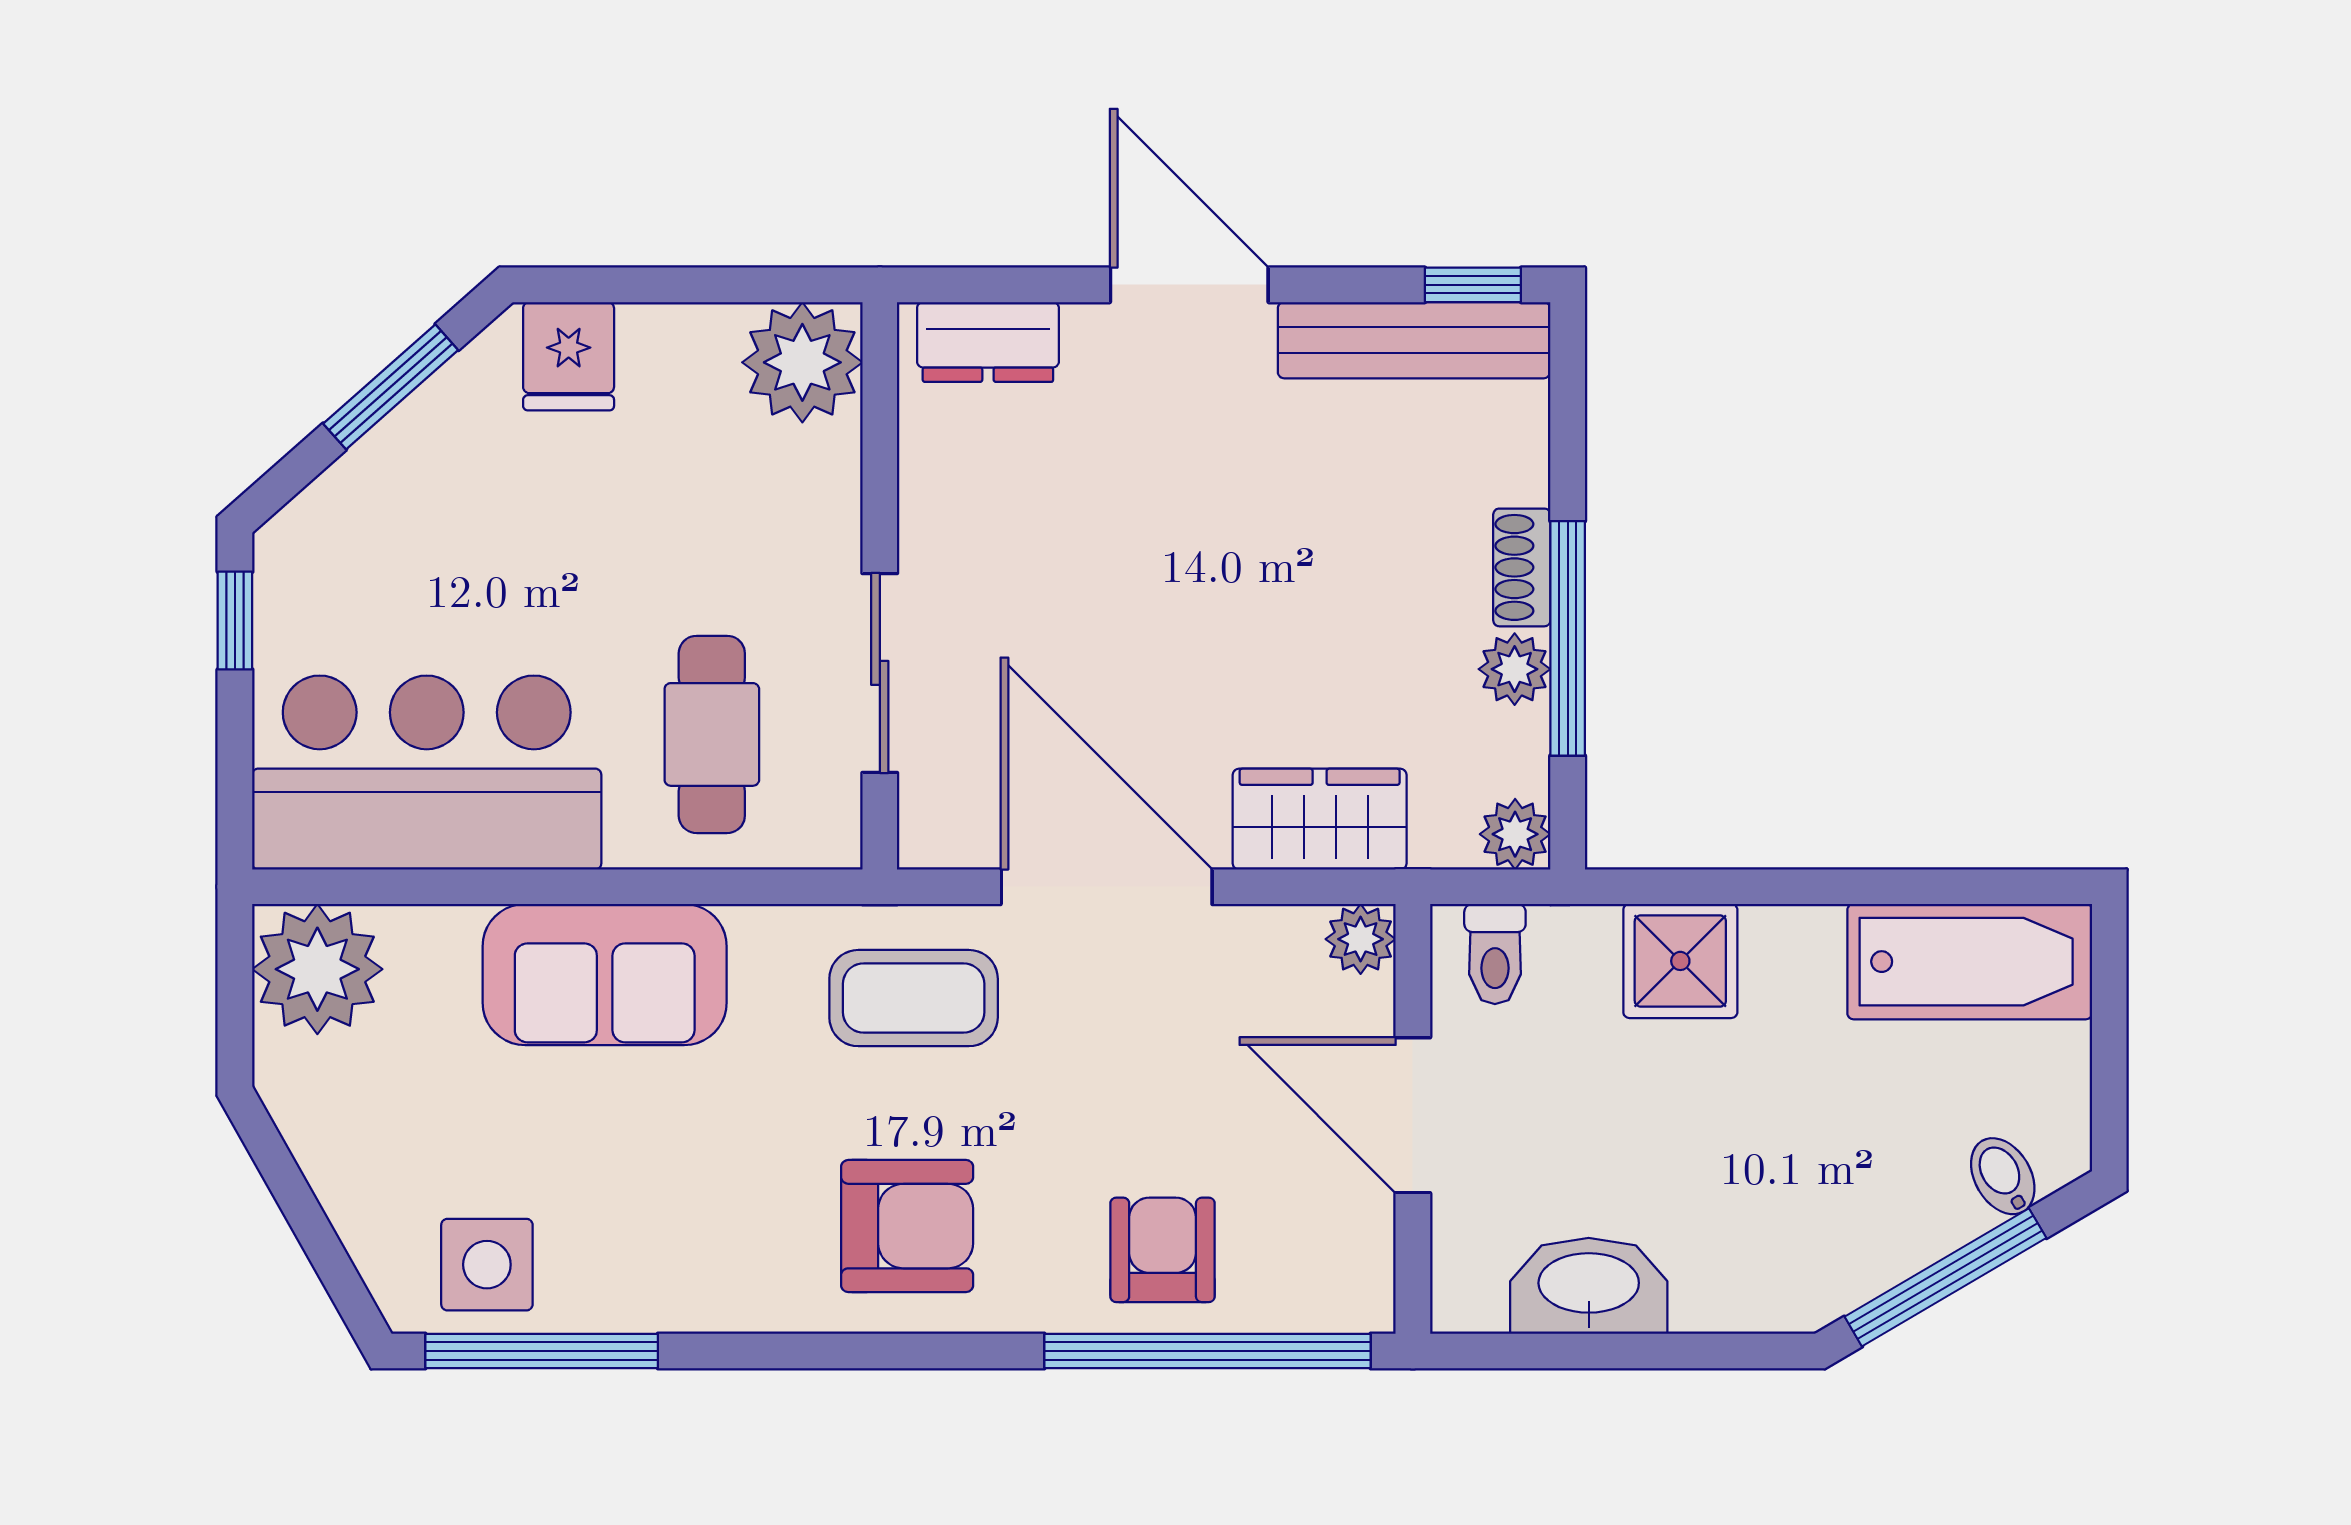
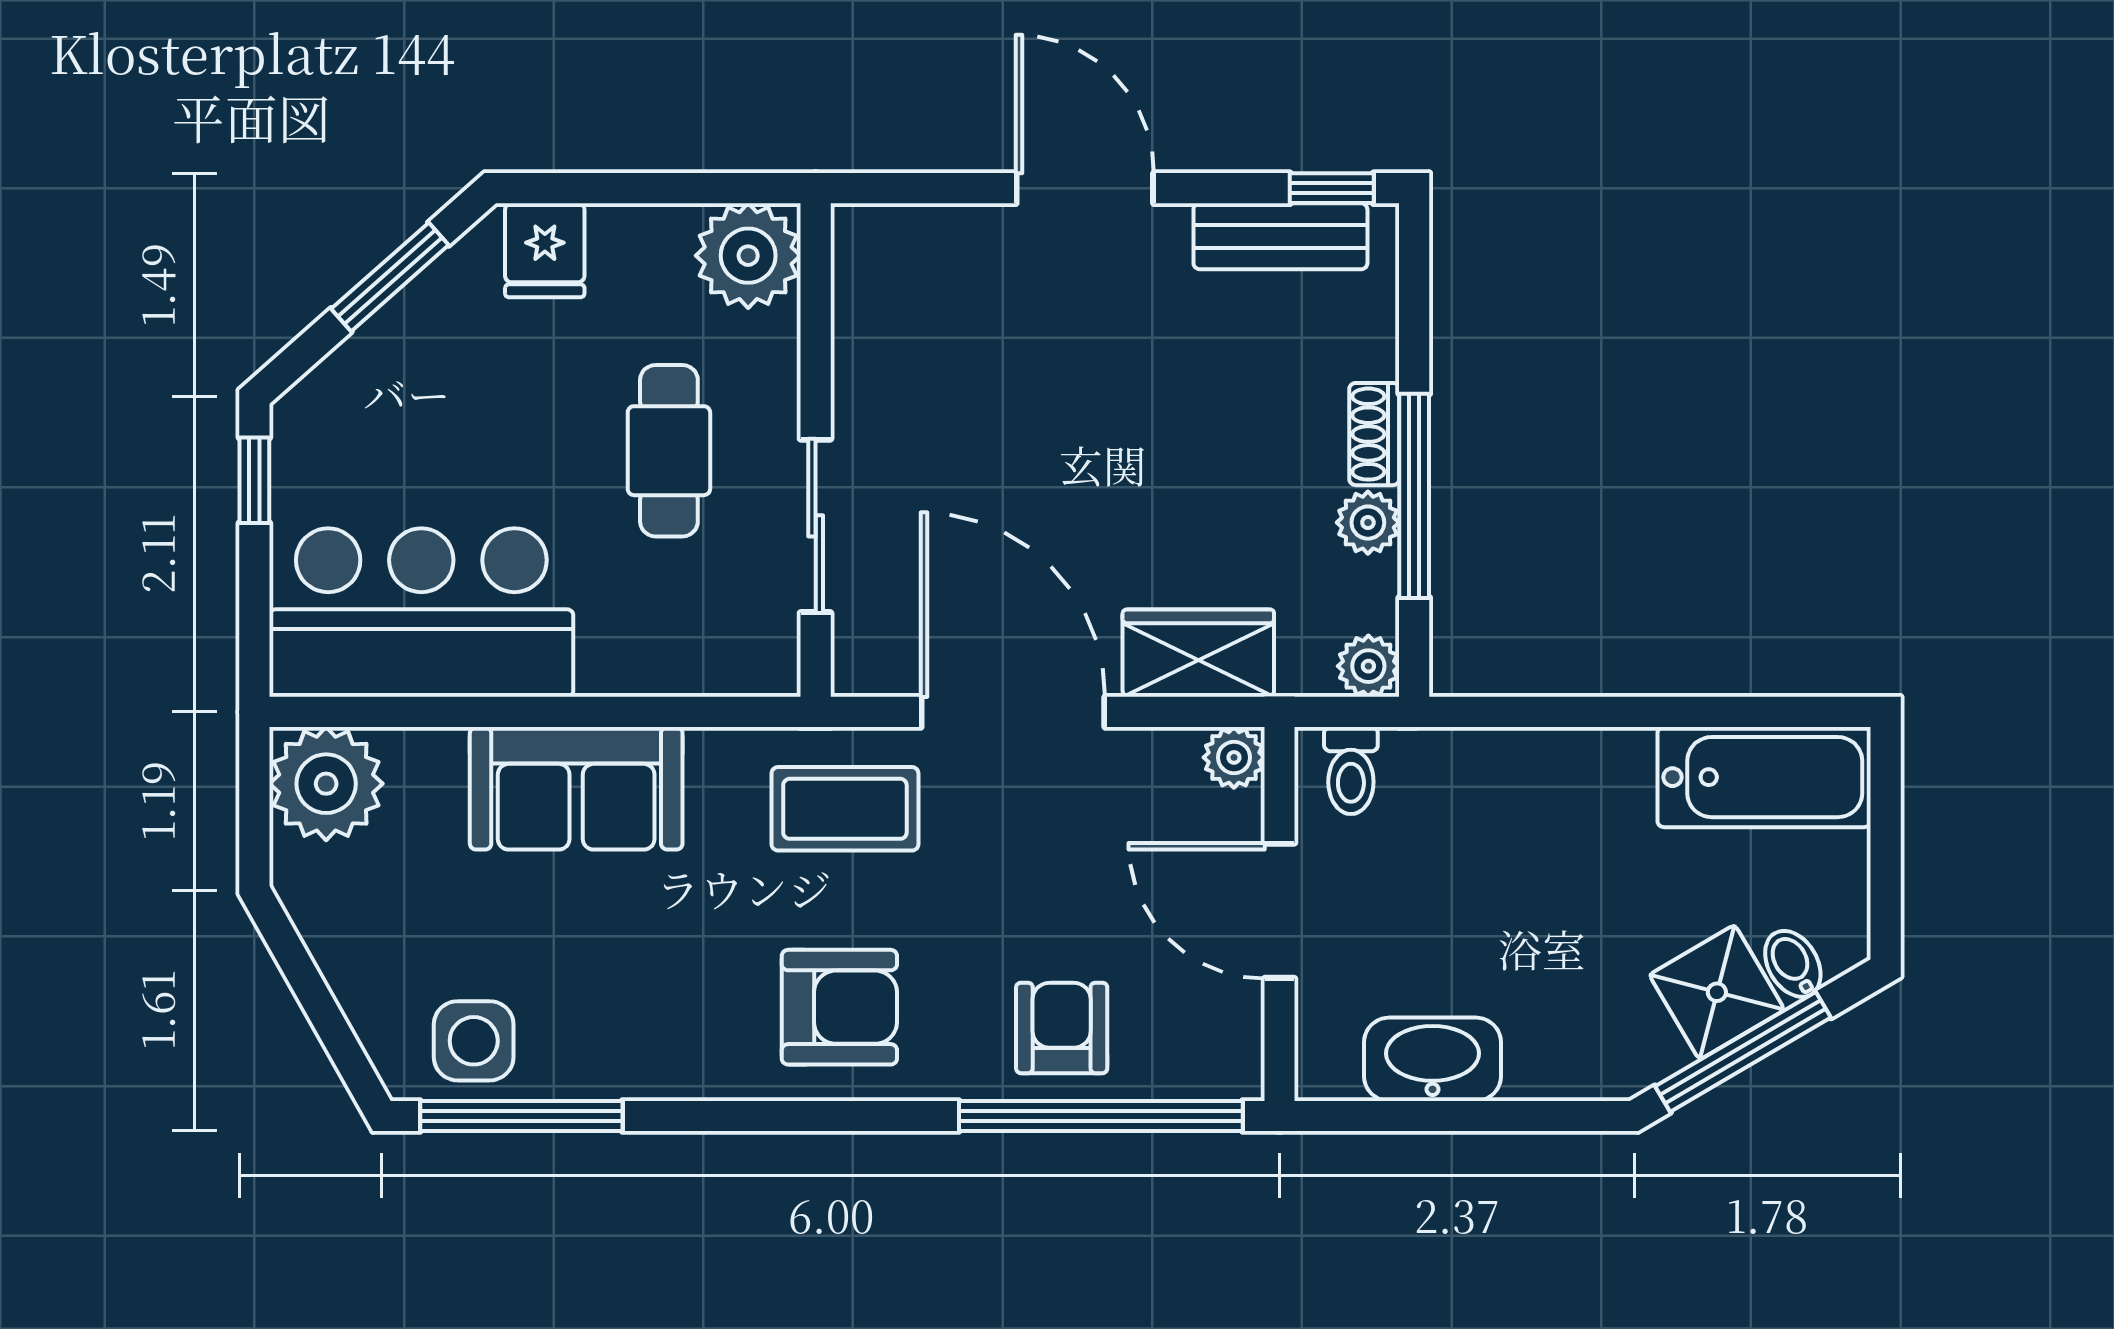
bench: (1414, 340) -> (1280, 236), width x0.73
dresser: (988, 342) -> (910, 238), removed
cafe table: (712, 734) -> (669, 451), moved
shower: (1680, 961) -> (1717, 992), moved, turned -30

